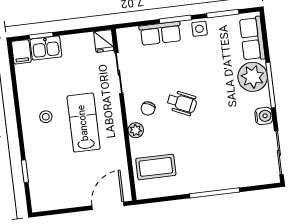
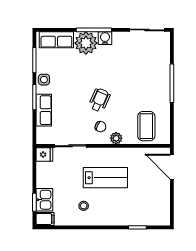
water cooler: (264, 116) -> (105, 38), moved
stool: (46, 117) -> (84, 206), moved
lab bench: (84, 123) -> (105, 178), turned 180

